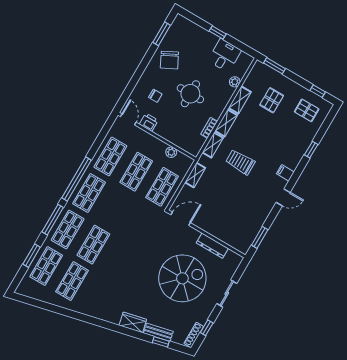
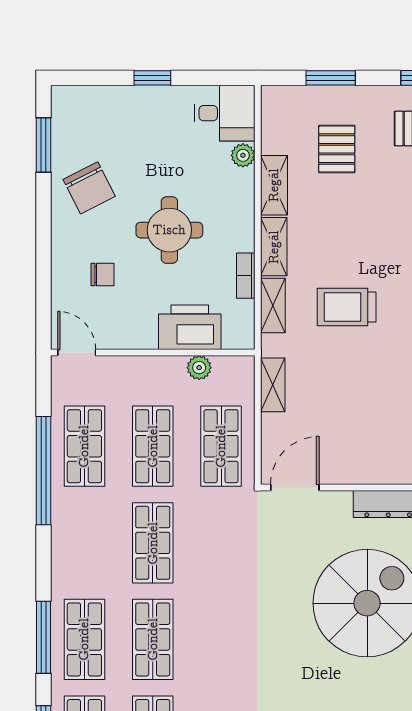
desk: (224, 55) -> (225, 113), moved, turned 90
window: (274, 66) -> (331, 78), moved
printer: (149, 122) -> (190, 327), moved, width x1.87, depth x1.48
window: (77, 179) -> (43, 471), moved
shop shelf: (89, 193) -> (153, 543), moved

